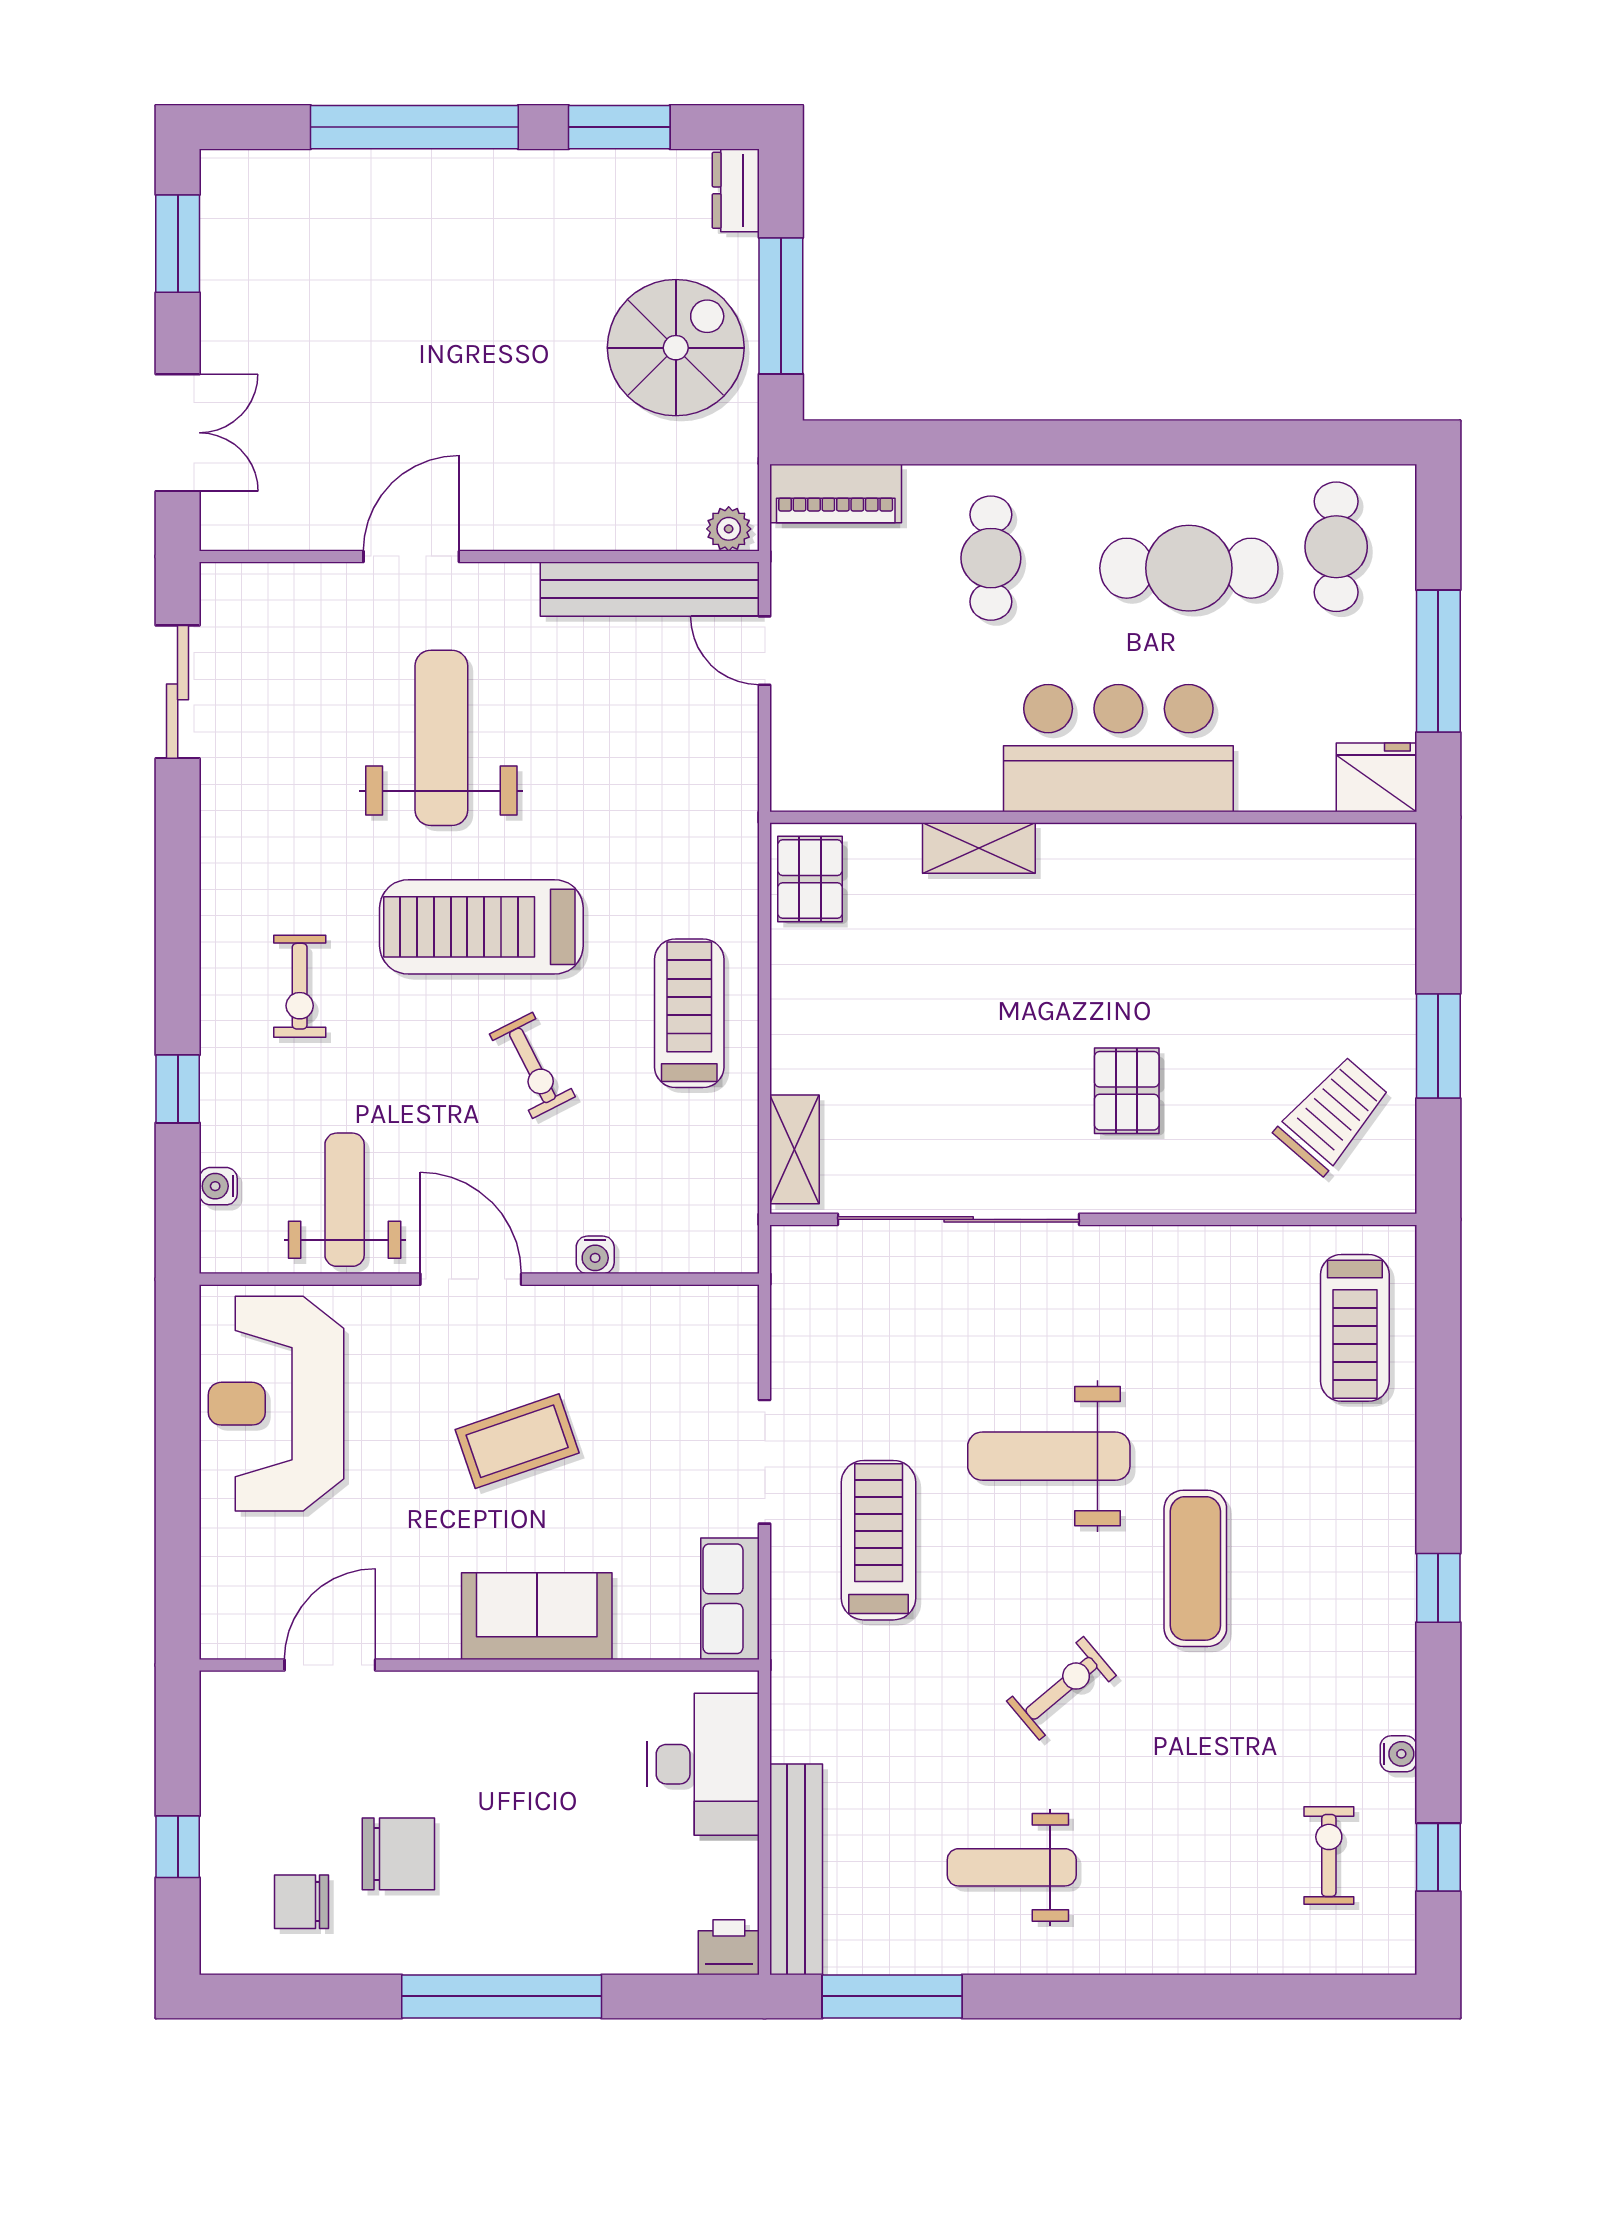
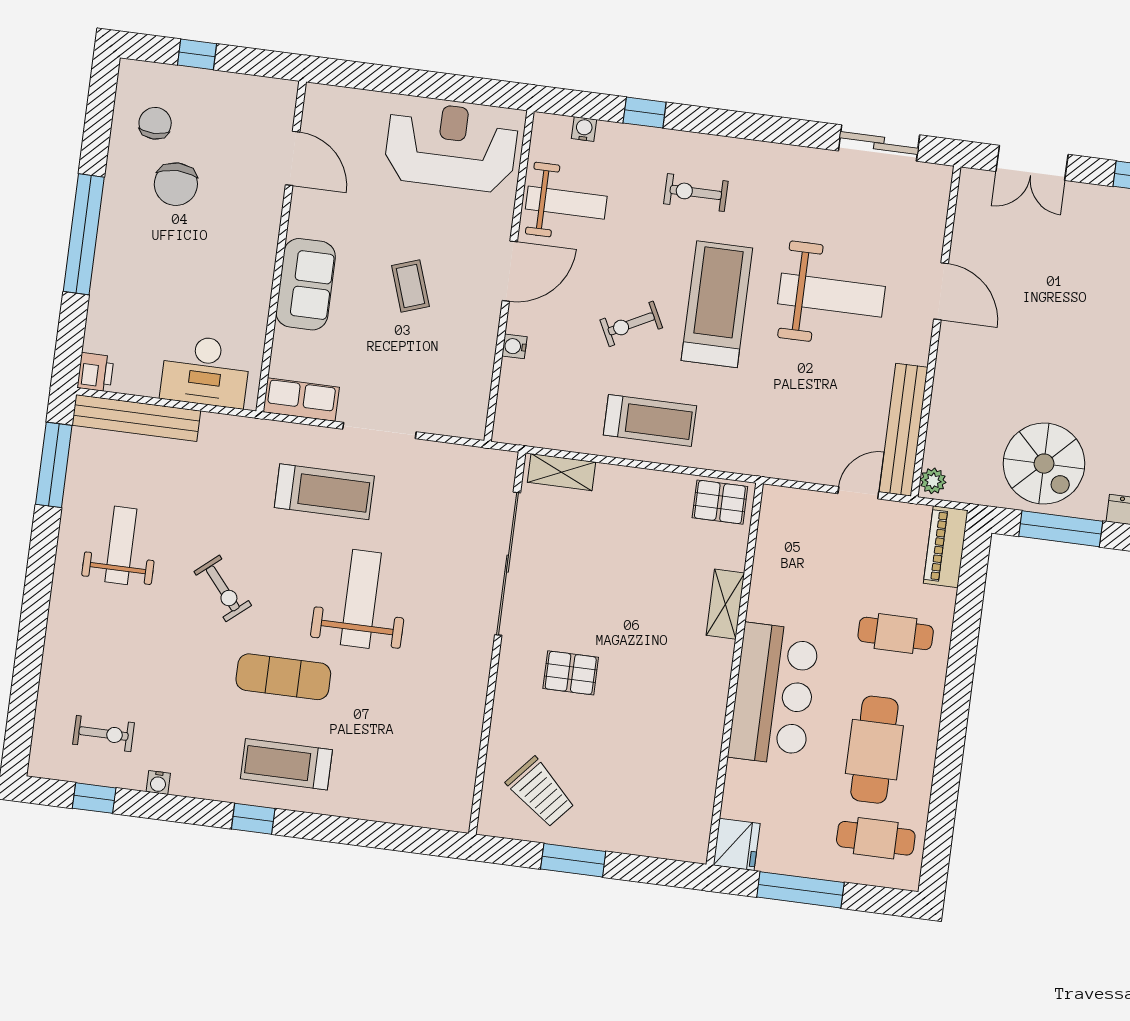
treadmill: (1355, 1328) -> (286, 764), moved
coffee table: (517, 1441) -> (410, 286), width x0.73, depth x0.77

